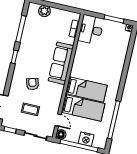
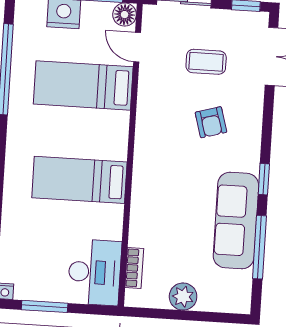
plant: (44, 11) -> (183, 297), moved
sofa: (61, 63) -> (236, 221), moved, turned 180
bed: (86, 89) -> (79, 180), moved

